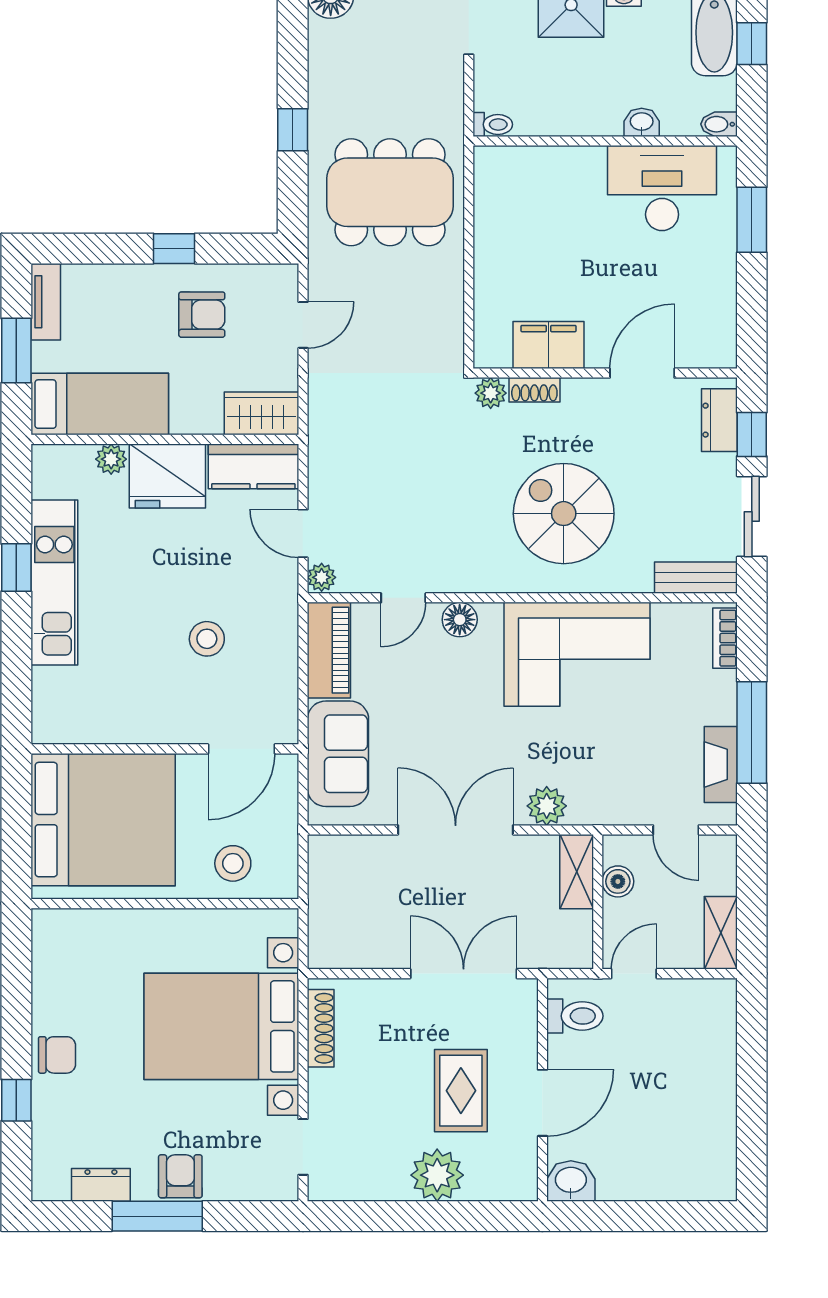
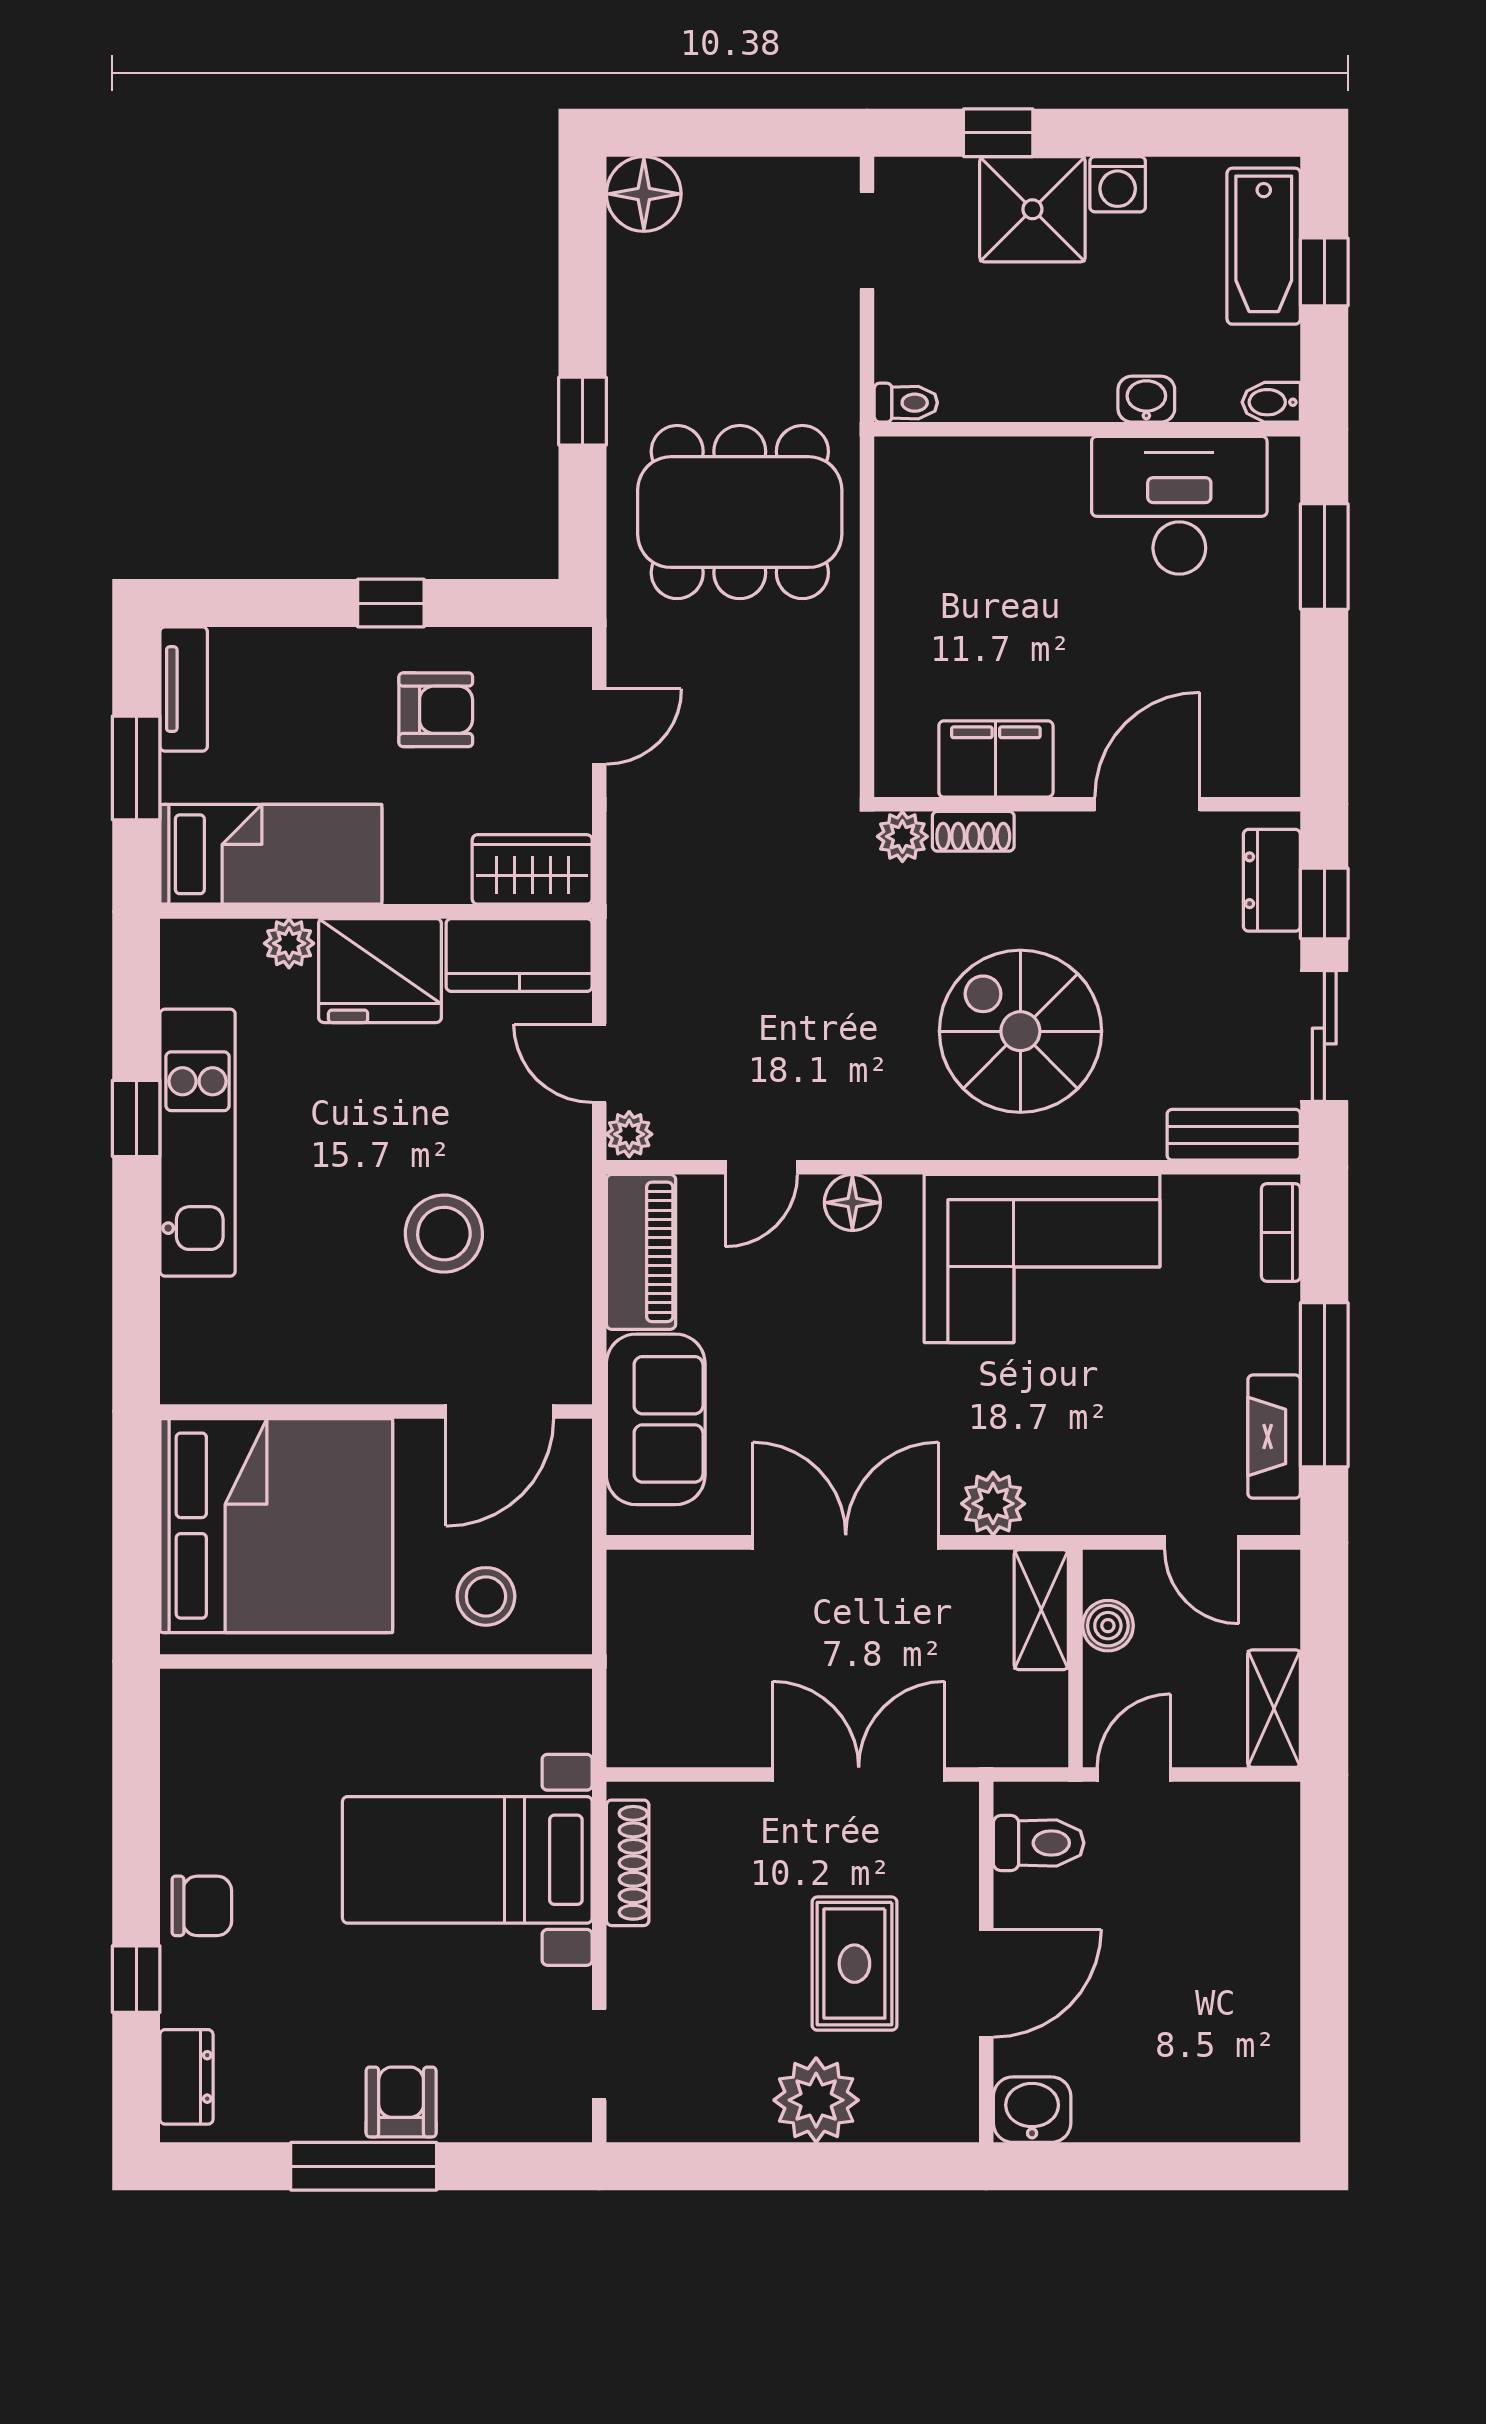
stool: (207, 639) -> (444, 1234), width x1.38, depth x1.38
bed with nightstands: (221, 1026) -> (467, 1860), width x0.73
dresser: (101, 1185) -> (186, 2077), moved, turned 90

